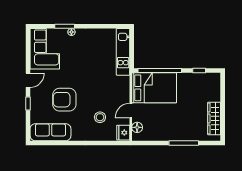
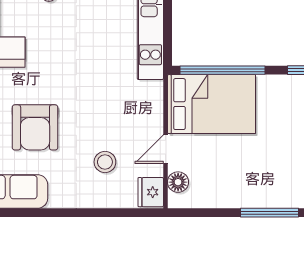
armchair: (64, 100) -> (35, 127), turned -90

